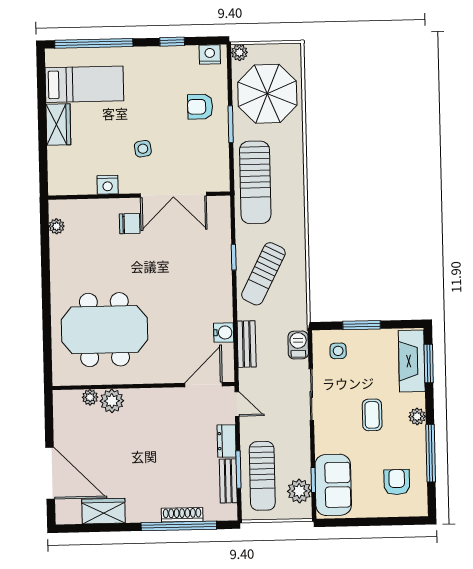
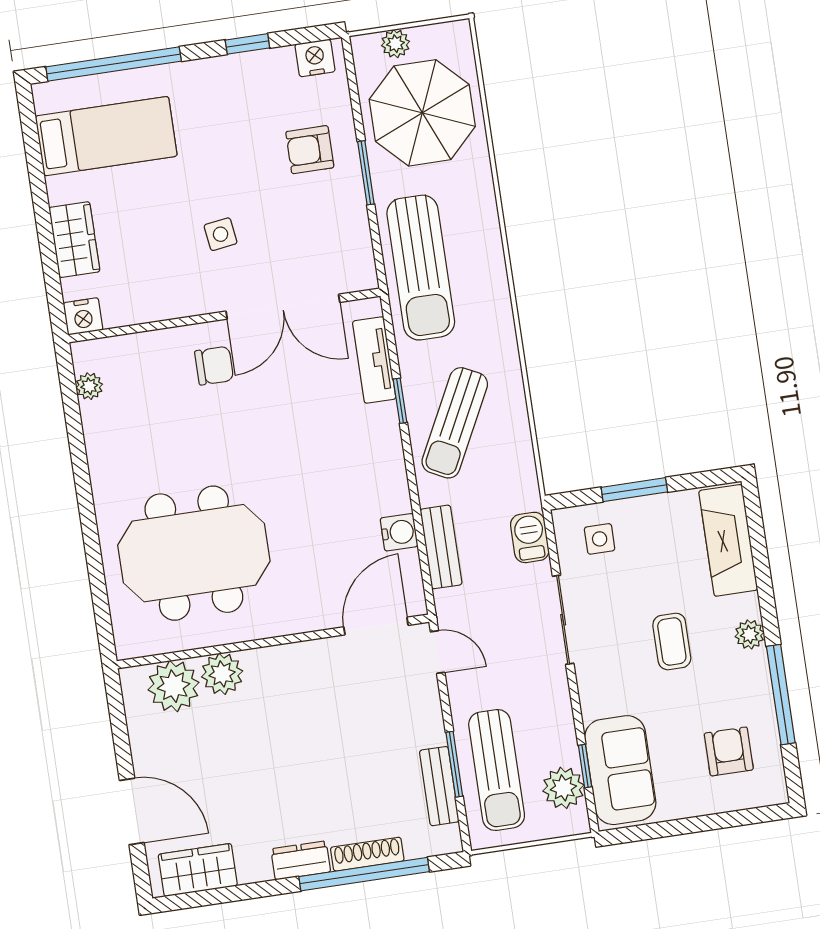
plant: (239, 53) -> (395, 44), moved
wardrobe: (58, 125) -> (74, 240), moved
nightstand: (108, 185) -> (83, 316), moved
tv unit: (222, 232) -> (374, 360), added
window: (429, 364) -> (758, 541), removed
plant: (90, 397) -> (174, 686), width x1.87, depth x1.87
dresser: (227, 441) -> (301, 860), moved, turned 90
door: (50, 473) -> (132, 811), width x0.73
wardrobe: (104, 511) -> (198, 870), moved

